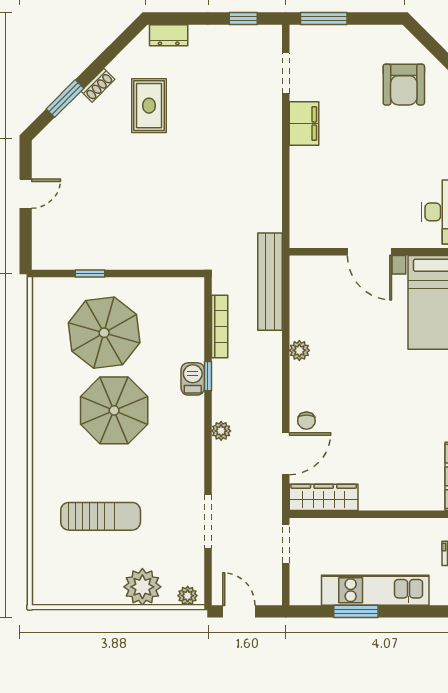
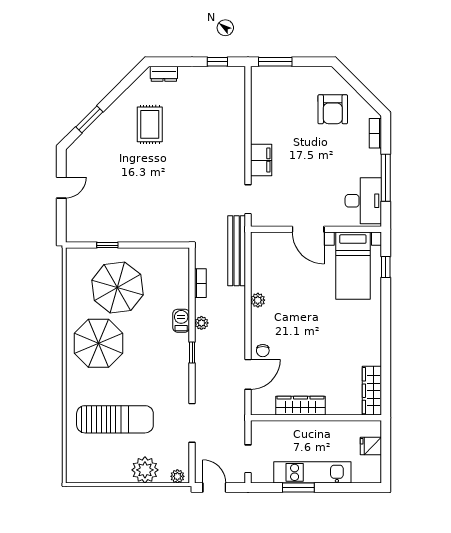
doorway: (286, 73) -> (248, 199), moved
shoe rack: (98, 85) -> (113, 110), removed
filing cabinet: (304, 124) -> (261, 160), moved
bookcase: (220, 327) -> (200, 283), width x0.64
window: (208, 376) -> (192, 353), moved
parasol: (114, 410) -> (99, 343), moved
plant: (221, 431) -> (201, 323), moved
wardrobe: (324, 497) -> (301, 406), moved
sun lounger: (101, 516) -> (115, 419), width x1.36, depth x1.34
doorway: (286, 544) -> (248, 459), moved

